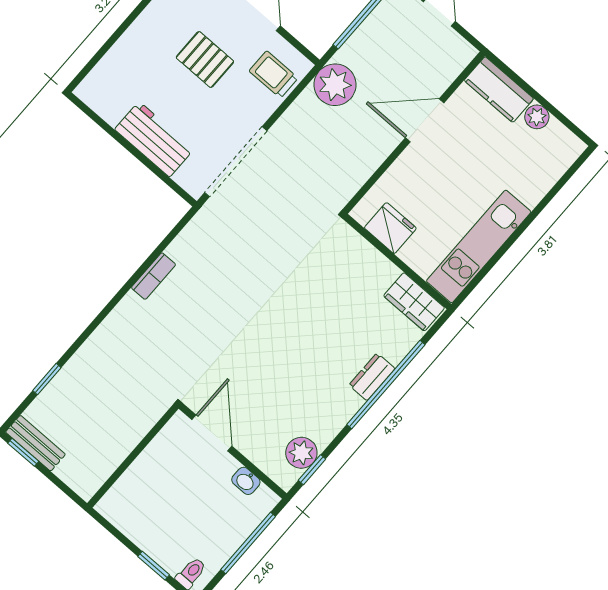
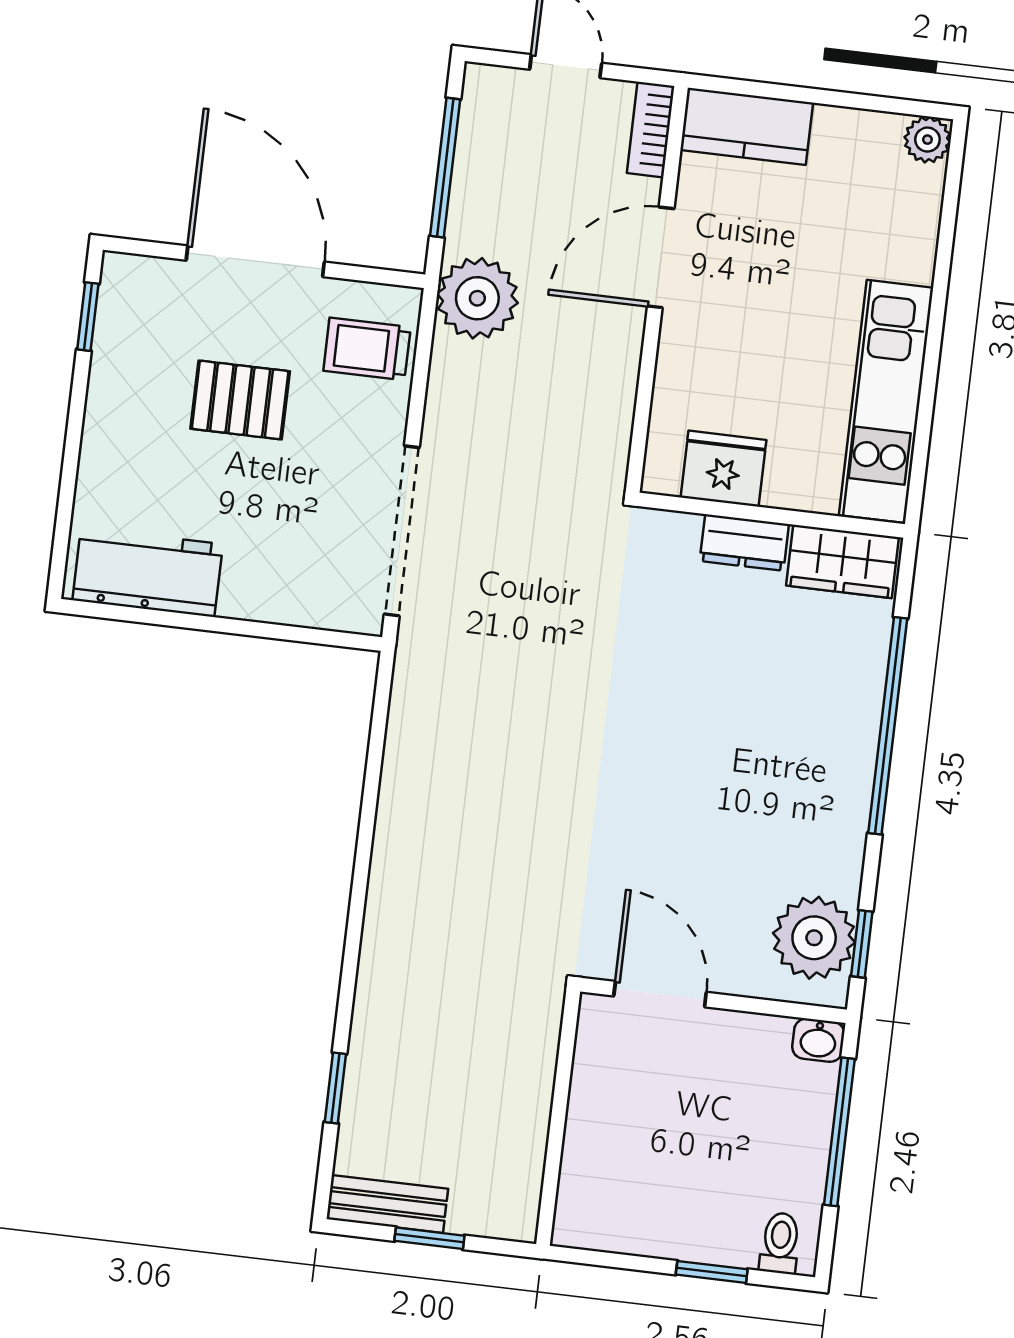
plant: (537, 117) -> (927, 140), moved
workbench: (154, 139) -> (148, 572), moved
bookcase: (153, 276) -> (651, 130), moved, turned 180
dresser: (372, 377) -> (744, 543), moved, turned -90
window: (23, 452) -> (429, 1238), moved
plant: (301, 453) -> (814, 938), width x1.36, depth x1.36
washbasin: (246, 481) -> (818, 1040), moved

